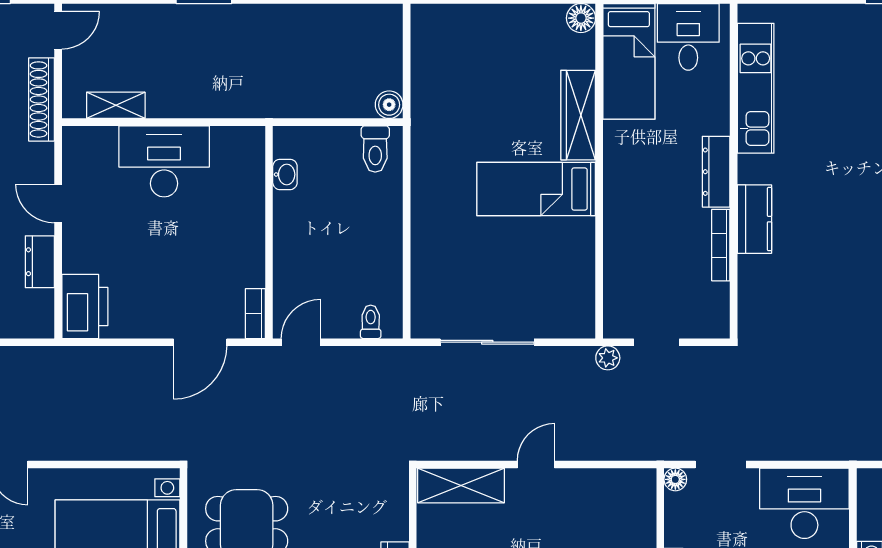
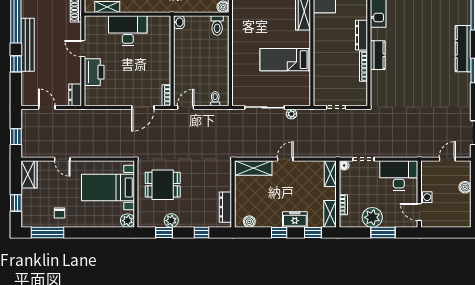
washbasin: (285, 174) -> (179, 22), moved
bed: (536, 189) -> (285, 60), moved
dresser: (40, 262) -> (75, 95), moved
printer: (85, 306) -> (94, 72), moved
plant: (608, 358) -> (291, 114), moved
shelving: (643, 499) -> (330, 174), added

